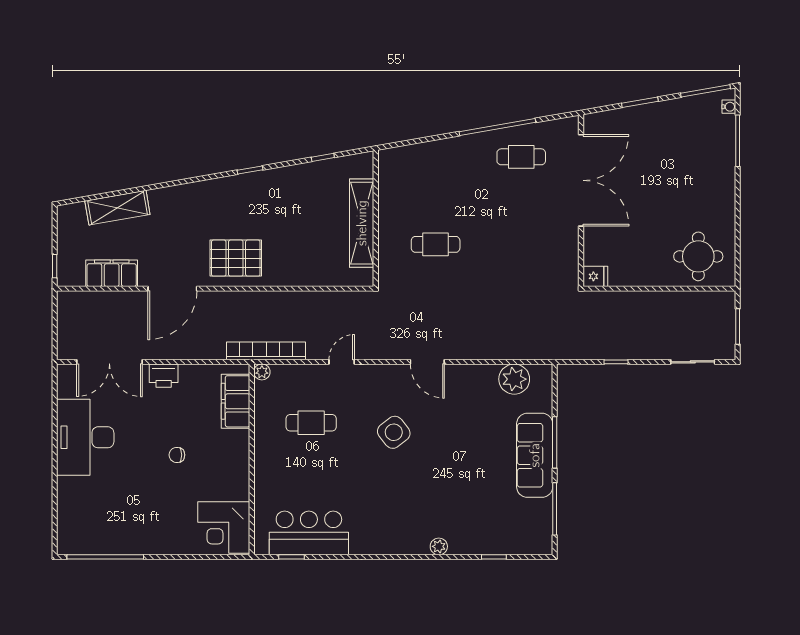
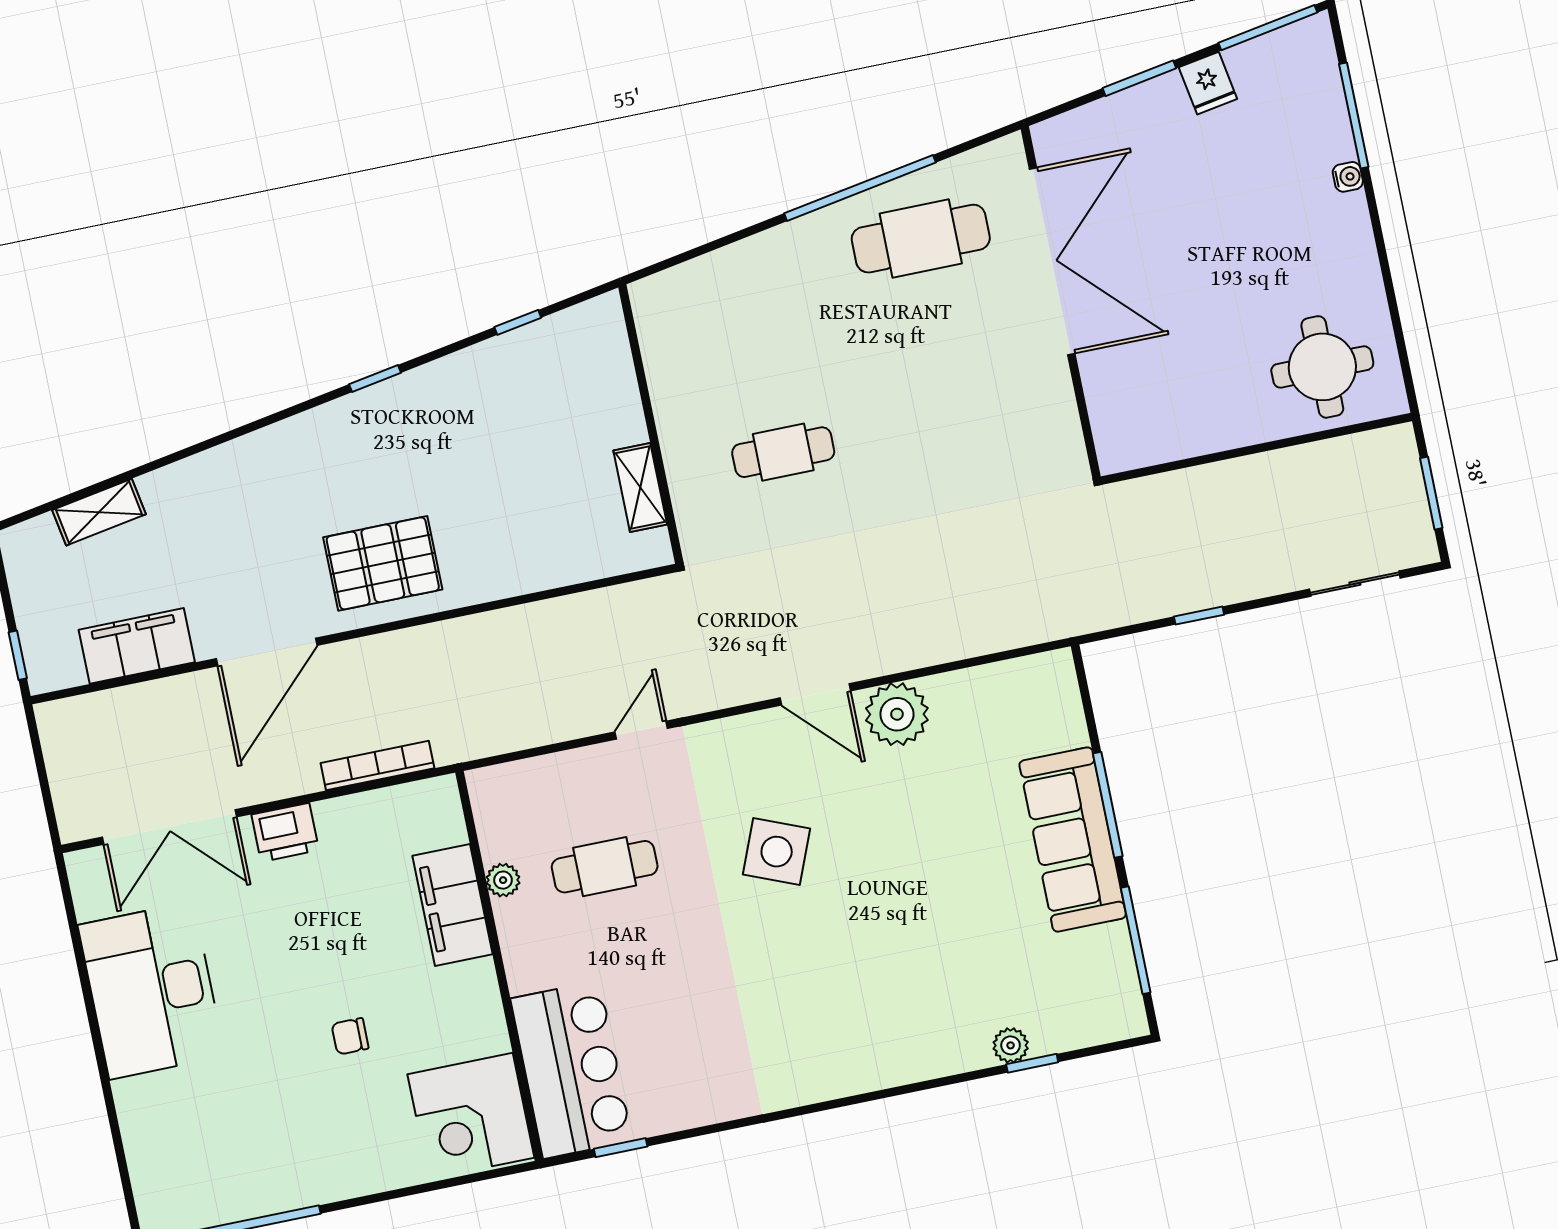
water cooler: (729, 107) -> (1348, 177), moved
cafe table: (521, 157) -> (921, 239), width x1.37, depth x1.35
shelving: (117, 208) -> (99, 512), width x0.67, depth x0.75
shelving: (362, 223) -> (640, 488), width x0.45, depth x0.75
fridge: (595, 276) -> (1208, 83), moved, turned 80
bookcase: (266, 351) -> (377, 766), moved, width x0.68, depth x0.76
plant: (262, 372) -> (503, 880), moved
plant: (514, 379) -> (897, 714), moved
filing cabinet: (236, 401) -> (453, 905), moved
side table: (394, 432) -> (777, 852), turned -30
chair: (177, 455) -> (350, 1036), moved
bar counter: (309, 533) -> (571, 1070), moved, turned 90
plant: (439, 546) -> (1011, 1045), moved

